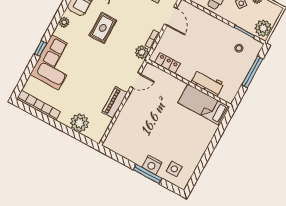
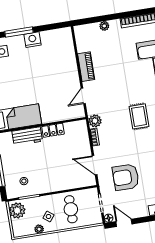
locker: (167, 63) -> (53, 130), moved
plant: (80, 123) -> (104, 26), width x0.53, depth x0.53
nightstand: (152, 165) -> (32, 40), moved

